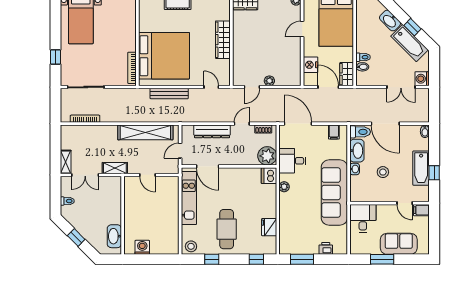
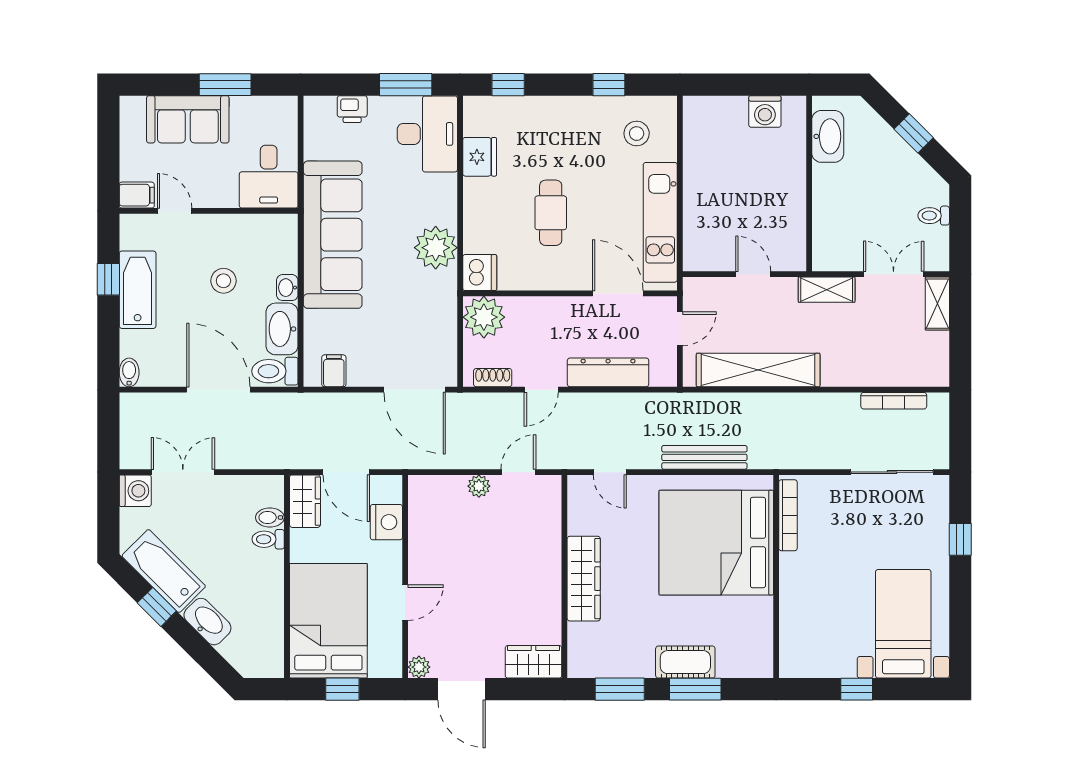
desk: (292, 161) -> (427, 134), moved, width x1.37
plant: (284, 187) -> (436, 248), width x1.87, depth x1.87
cafe table: (227, 229) -> (551, 213), moved, width x0.73, depth x0.74
stool: (191, 246) -> (637, 134), moved

